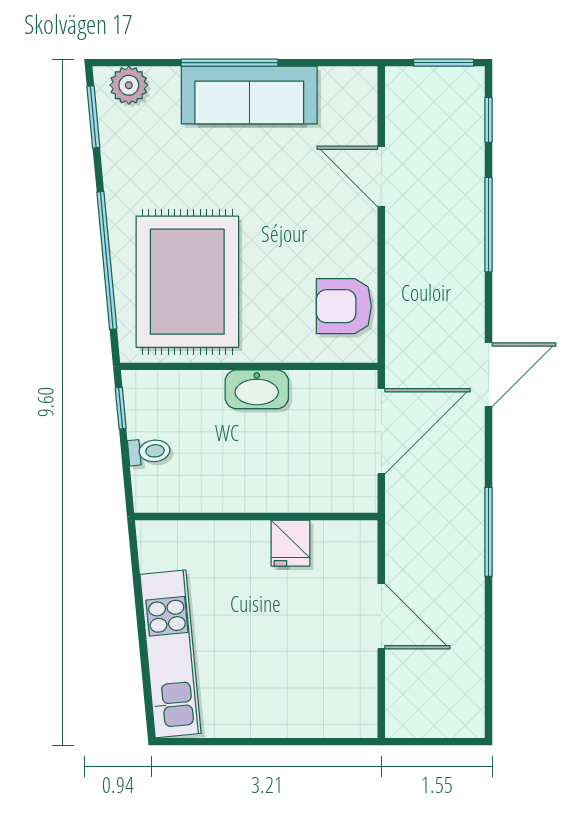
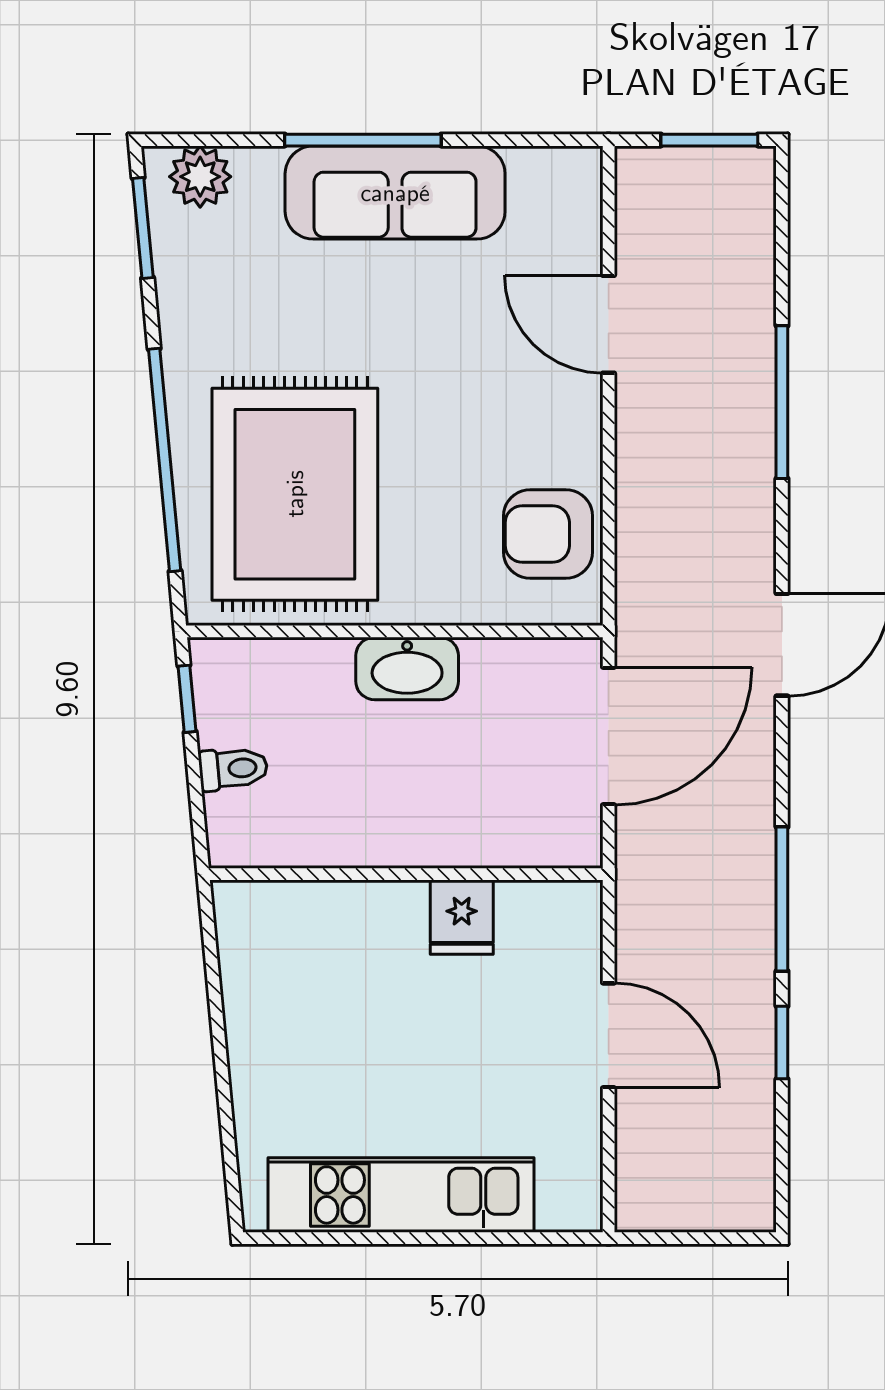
window: (489, 120) -> (782, 1043), moved
kitchen unit: (171, 654) -> (401, 1195), moved, turned -85

